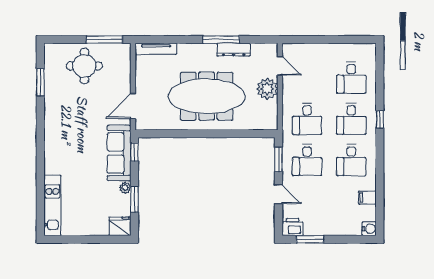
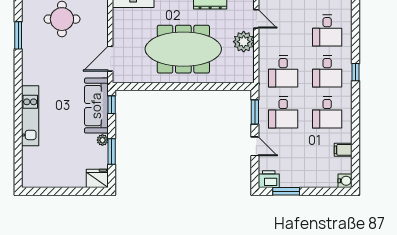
kitchen unit: (52, 205) -> (30, 116), moved

